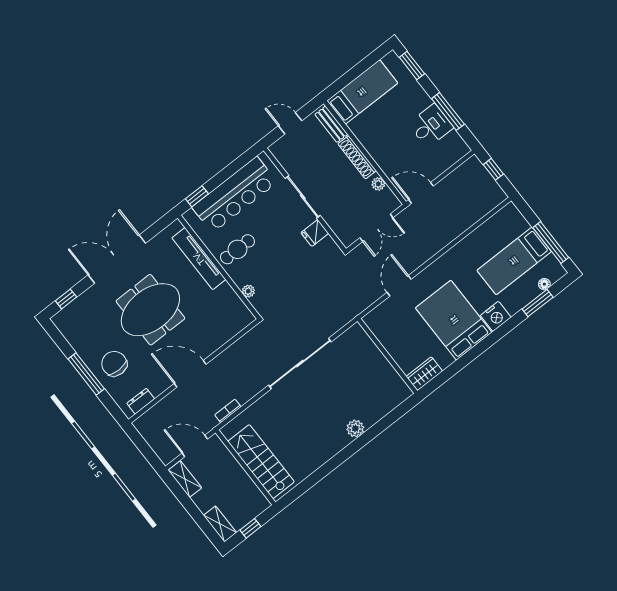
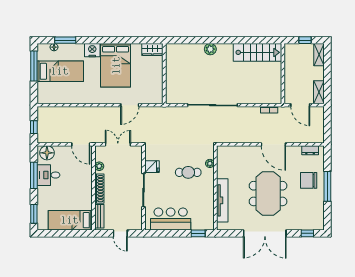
floor lamp: (453, 151) -> (47, 153), added
bar counter: (235, 195) -> (171, 219), width x0.73
cafe table: (237, 249) -> (188, 172), moved
meeting table: (150, 310) -> (268, 194), turned 90
chair: (114, 364) -> (309, 180), turned 90
stairs: (261, 462) -> (257, 52), moved, turned -90

